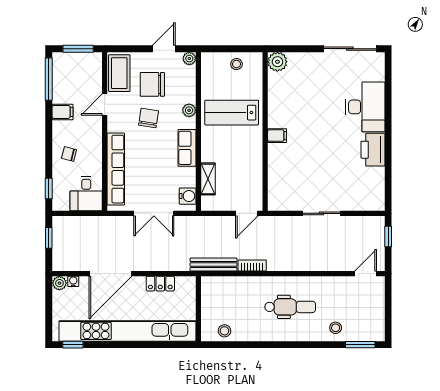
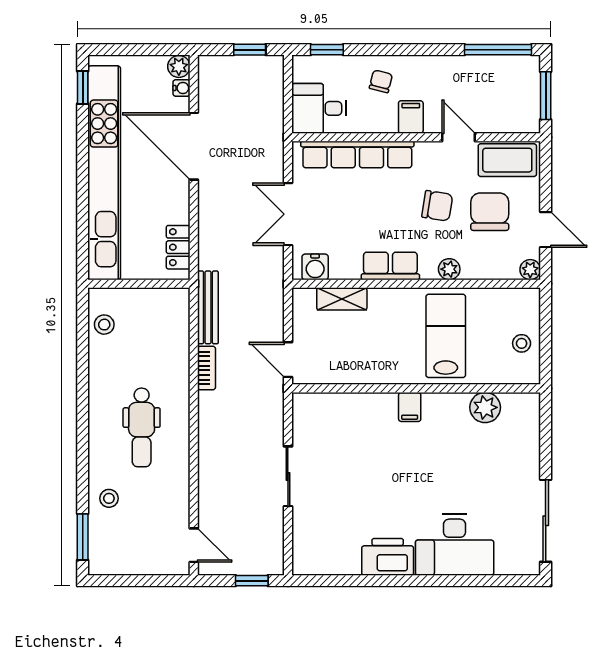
plant: (277, 62) -> (485, 407), moved
filing cabinet: (63, 112) -> (411, 117), moved, turned 180
locker: (160, 284) -> (178, 247), moved

